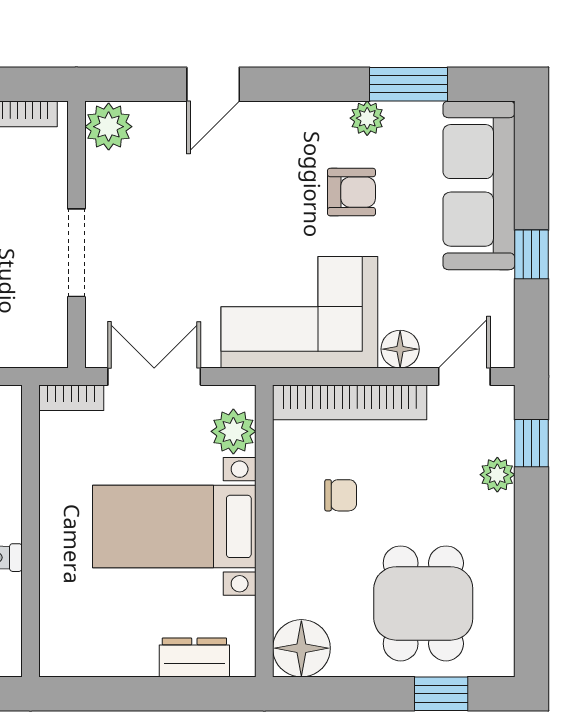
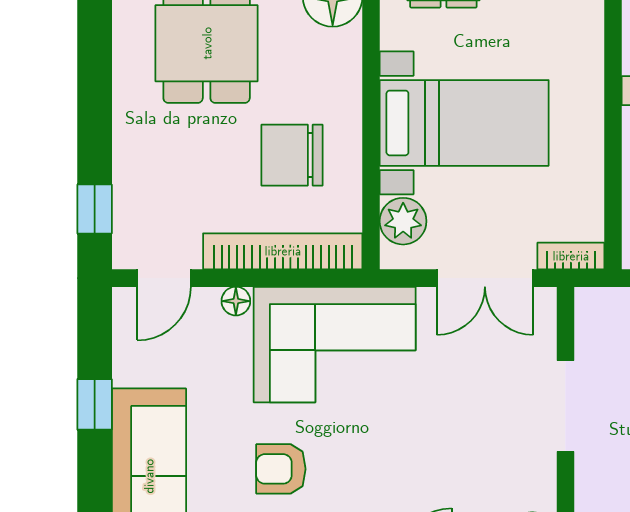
floor lamp: (400, 349) -> (236, 301), width x0.73, depth x0.73
plant: (497, 475) -> (130, 176), removed
chair: (341, 495) -> (292, 155), width x1.87, depth x1.87

